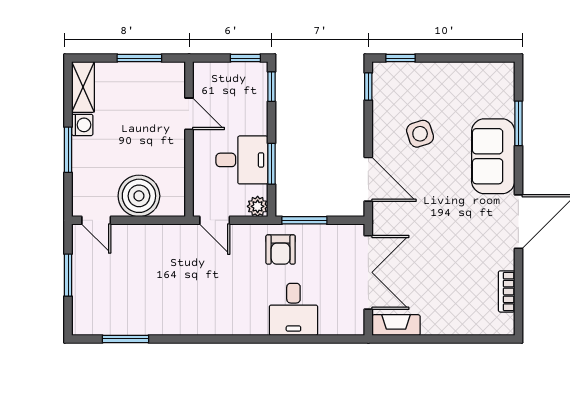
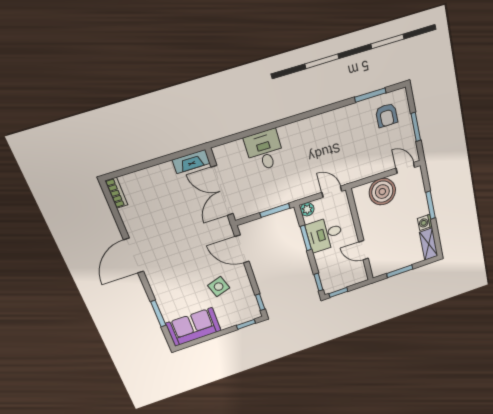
sofa: (493, 156) -> (193, 327), moved, turned -90
armchair: (281, 249) -> (386, 115), moved, turned 180
bookcase: (507, 291) -> (116, 193), moved

